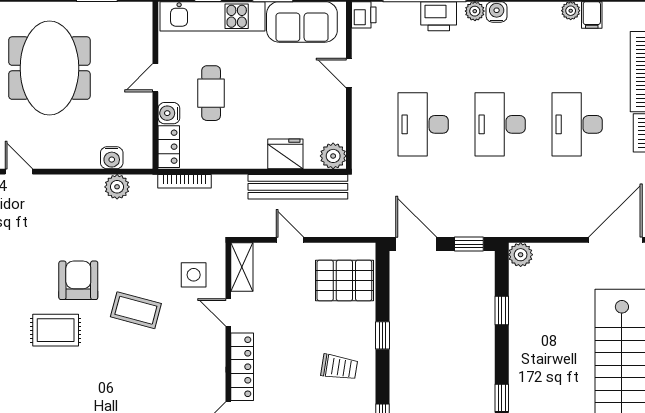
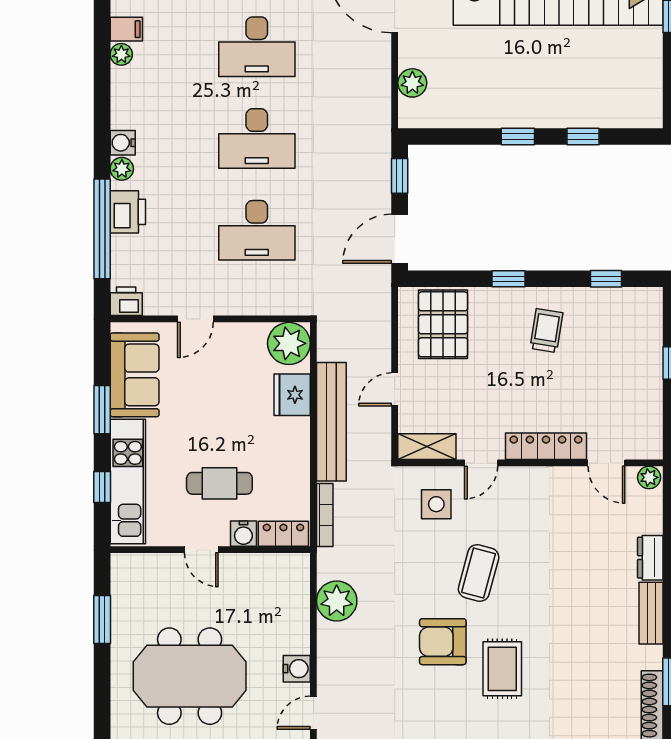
plant: (333, 156) -> (289, 343), width x1.36, depth x1.36
water cooler: (112, 158) -> (297, 669), moved
plant: (117, 187) -> (337, 601), width x1.36, depth x1.36
bench: (298, 187) -> (331, 422), moved
plant: (521, 255) -> (412, 83), moved
window: (502, 310) -> (518, 137), moved

